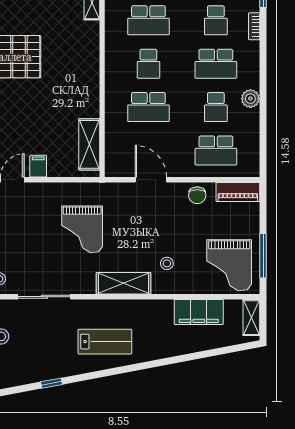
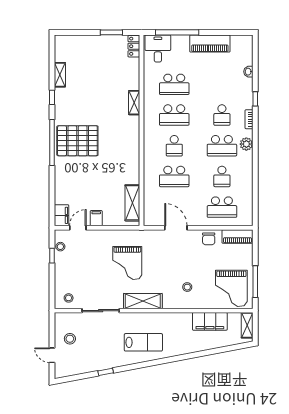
plant: (250, 99) -> (246, 144), moved
shelving: (123, 283) -> (143, 301), moved

